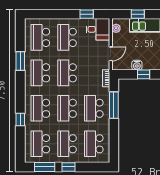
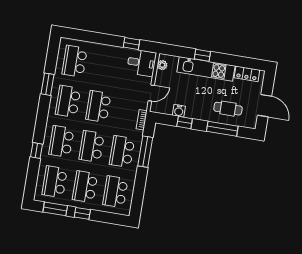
window: (138, 14) -> (202, 55), moved
school desk: (67, 37) -> (105, 66), removed

